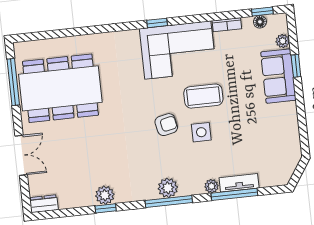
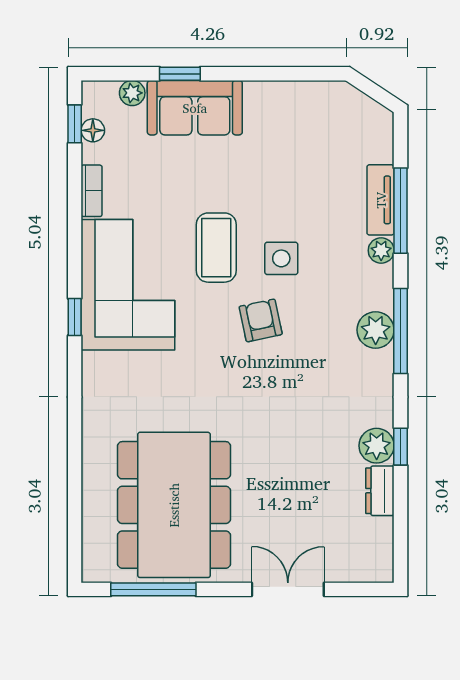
dresser: (44, 204) -> (380, 491), moved

